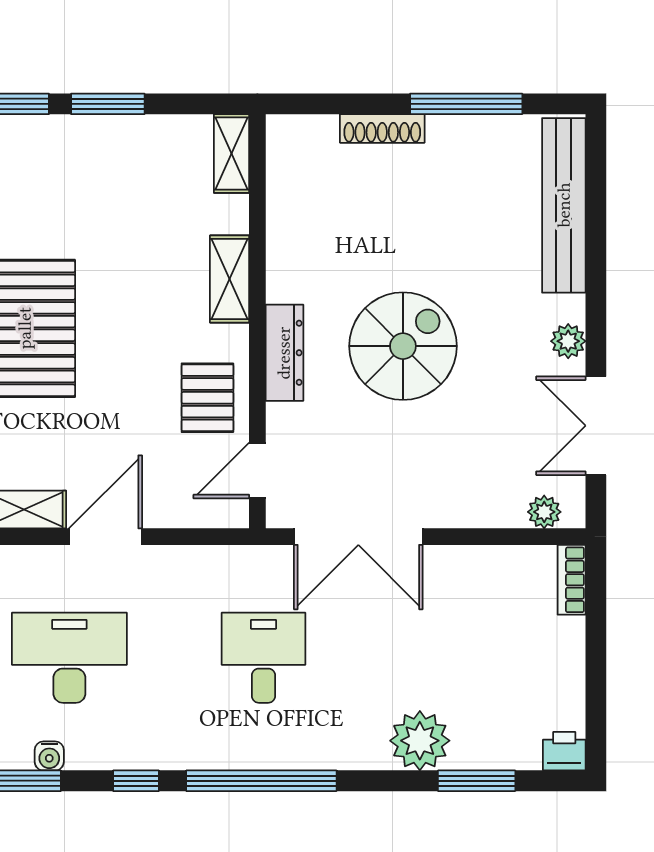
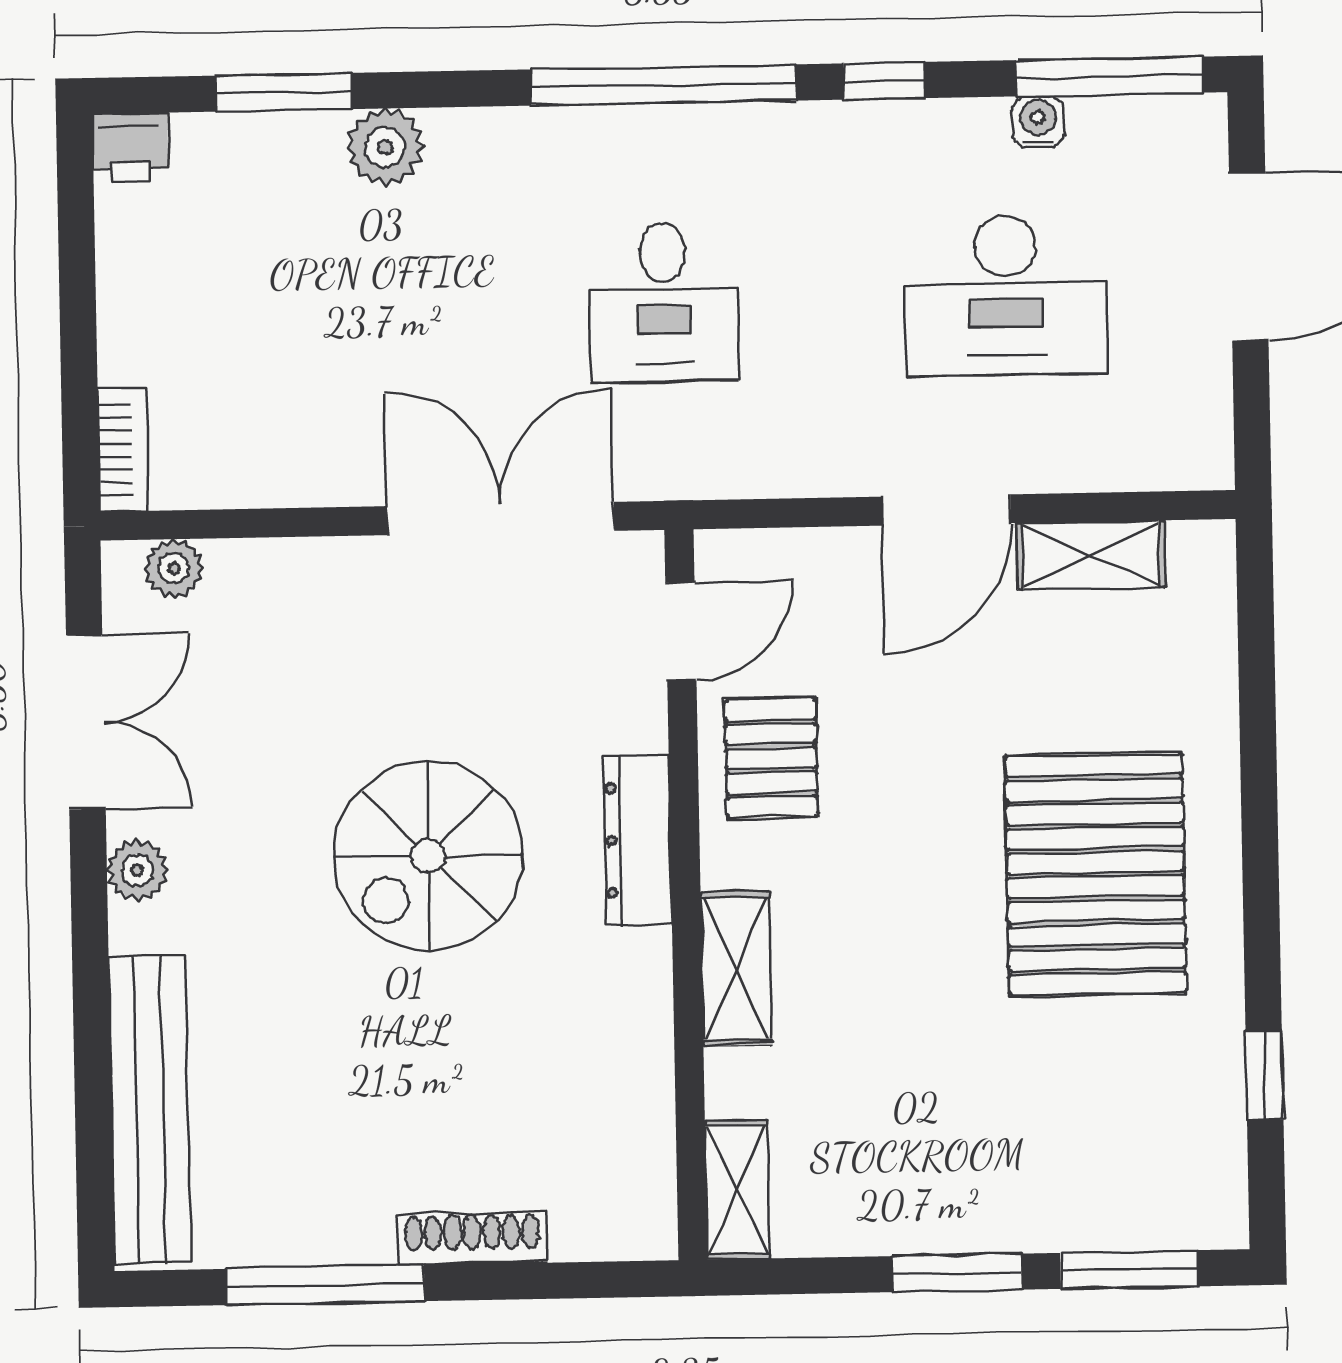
plant: (420, 741) -> (385, 147), width x0.73, depth x0.73

